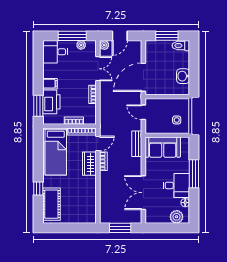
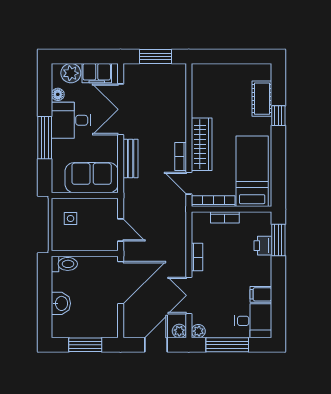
plant: (81, 45) -> (198, 331), moved
toilet: (181, 46) -> (64, 264), moved
washbasin: (183, 76) -> (61, 303), moved
filing cabinet: (50, 84) -> (261, 294), moved
printer: (51, 102) -> (263, 246), width x0.53, depth x0.68
door: (98, 144) -> (189, 183), hinge flipped
bench: (137, 144) -> (131, 158), moved
wardrobe: (89, 164) -> (202, 144), width x1.50
double door: (143, 193) -> (121, 109), swing flipped
cot: (51, 204) -> (262, 99), width x0.73, depth x0.75
filing cabinet: (159, 217) -> (97, 73), added

